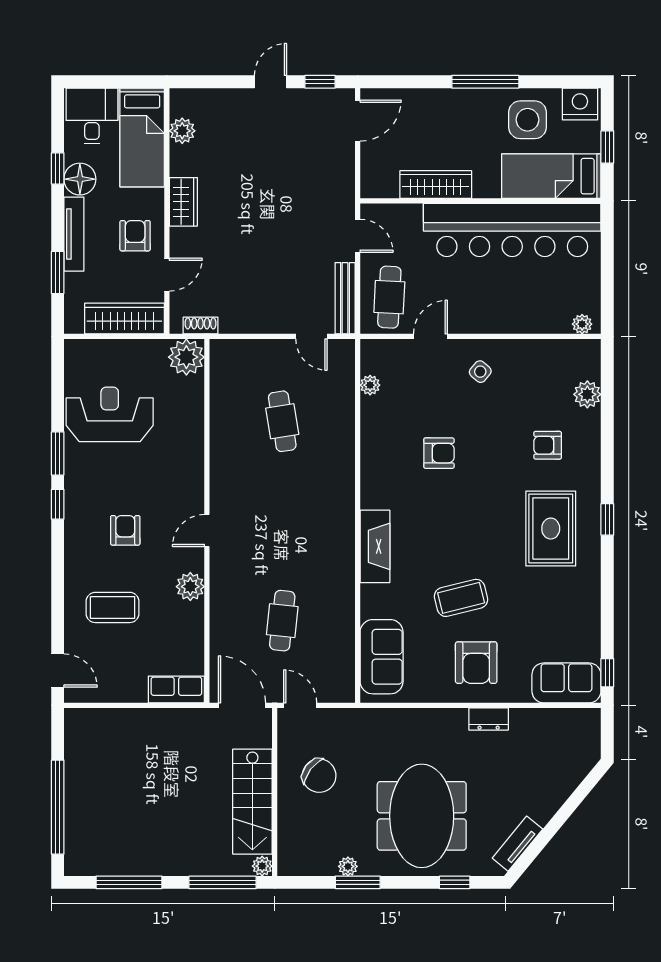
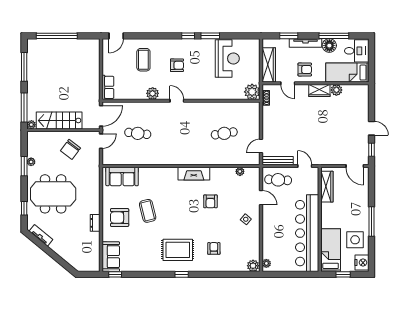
plant: (182, 131) -> (336, 90), moved
window: (58, 168) -> (334, 36), width x2.17
wardrobe: (436, 185) -> (327, 187), moved
door: (358, 236) -> (305, 166), swing flipped
plant: (587, 394) -> (253, 266), moved
fireplace: (375, 546) -> (194, 174), moved

